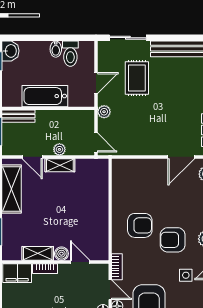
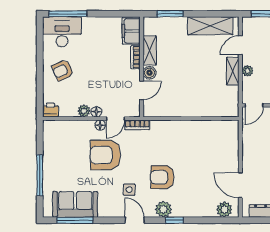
armchair: (140, 225) -> (176, 146), removed
armchair: (173, 240) -> (162, 177), turned -90

